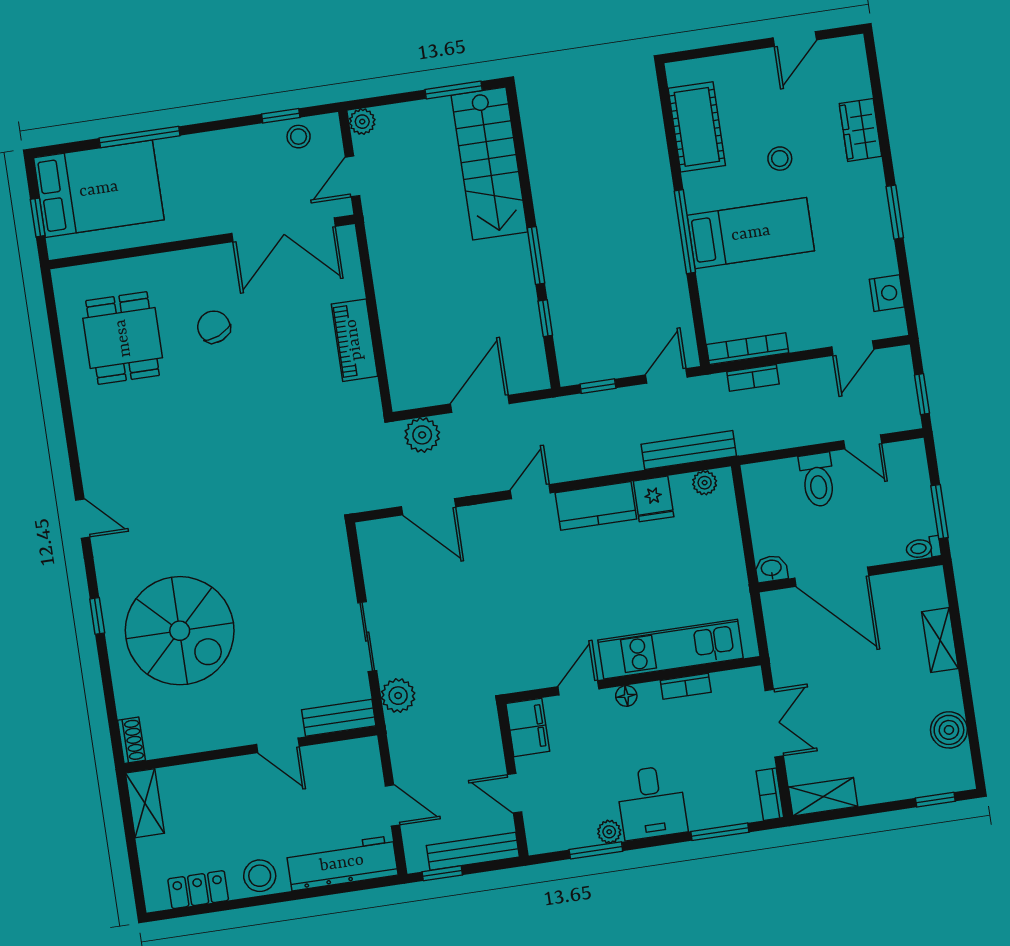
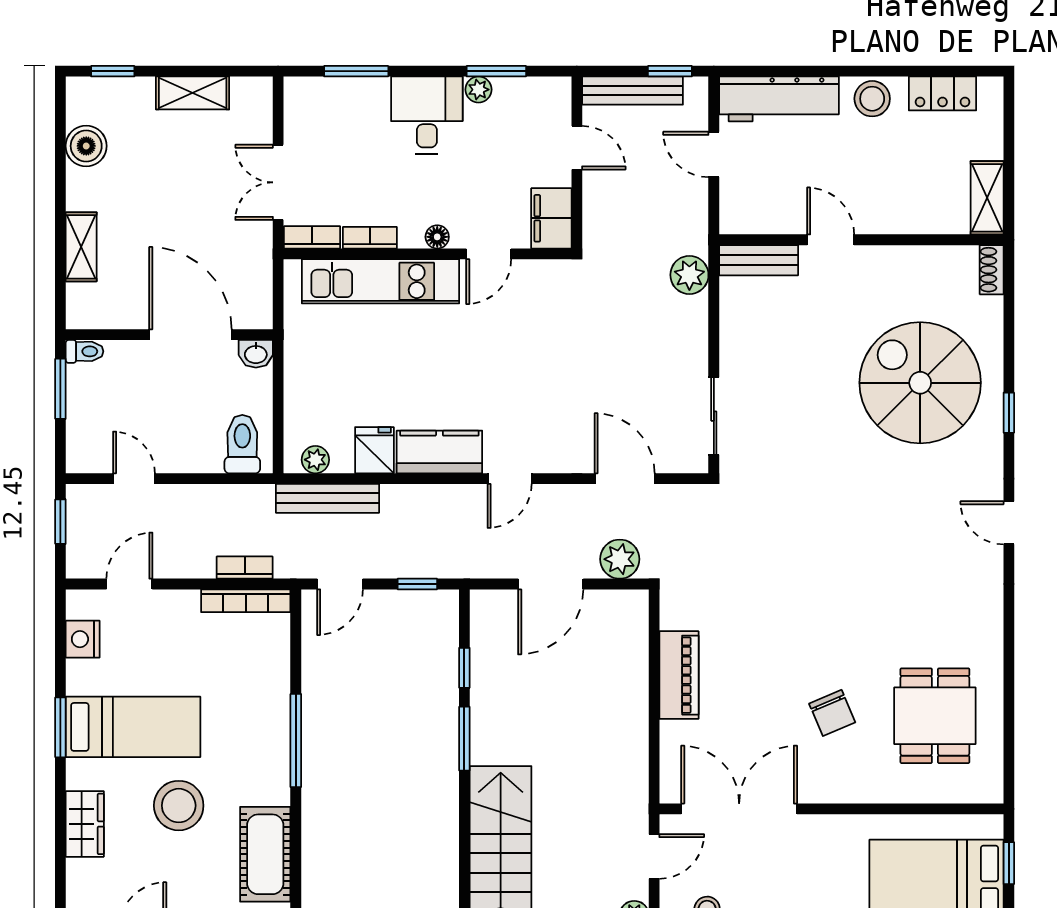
stool: (780, 159) -> (179, 806), width x1.89, depth x1.89
bed: (751, 233) -> (133, 727), moved, turned 180
toilet: (818, 480) -> (242, 444), moved
sliding door: (367, 637) -> (714, 416), moved
bookcase: (770, 794) -> (312, 237), moved, turned -90
shelving: (823, 797) -> (193, 93), moved

